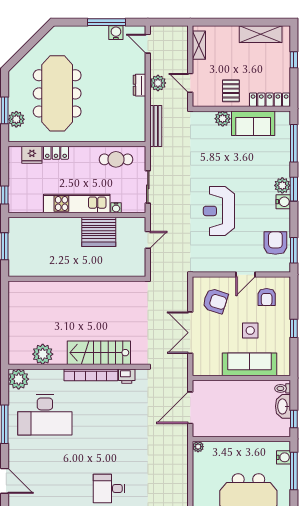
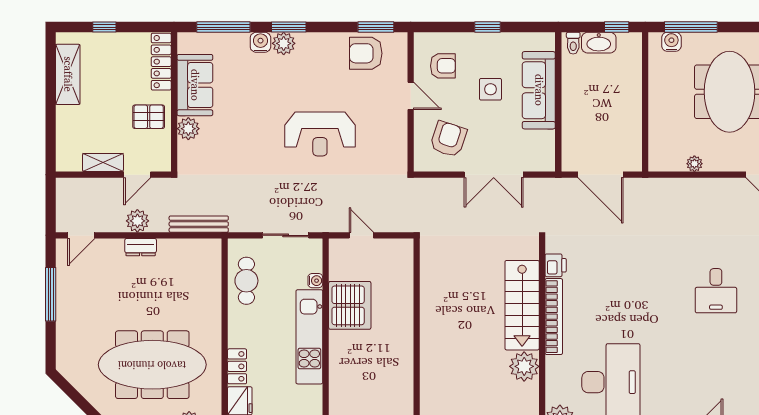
water cooler: (116, 33) -> (66, 281), removed
shelving: (199, 45) -> (103, 162), moved
water cooler: (283, 202) -> (260, 42), moved
plant: (43, 354) -> (524, 366), moved
plant: (198, 447) -> (694, 164), moved

